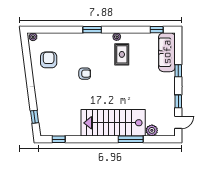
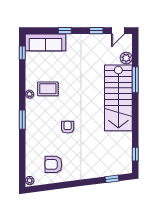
door: (178, 122) -> (118, 31), swing flipped

